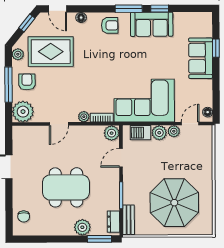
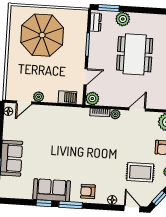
rug: (51, 52) -> (140, 172), width x0.73, depth x0.70
corner sofa: (144, 101) -> (62, 125), removed
plant: (159, 133) -> (51, 96), removed
dining table: (66, 187) -> (135, 54), turned 90
bench: (129, 220) -> (82, 23), removed

